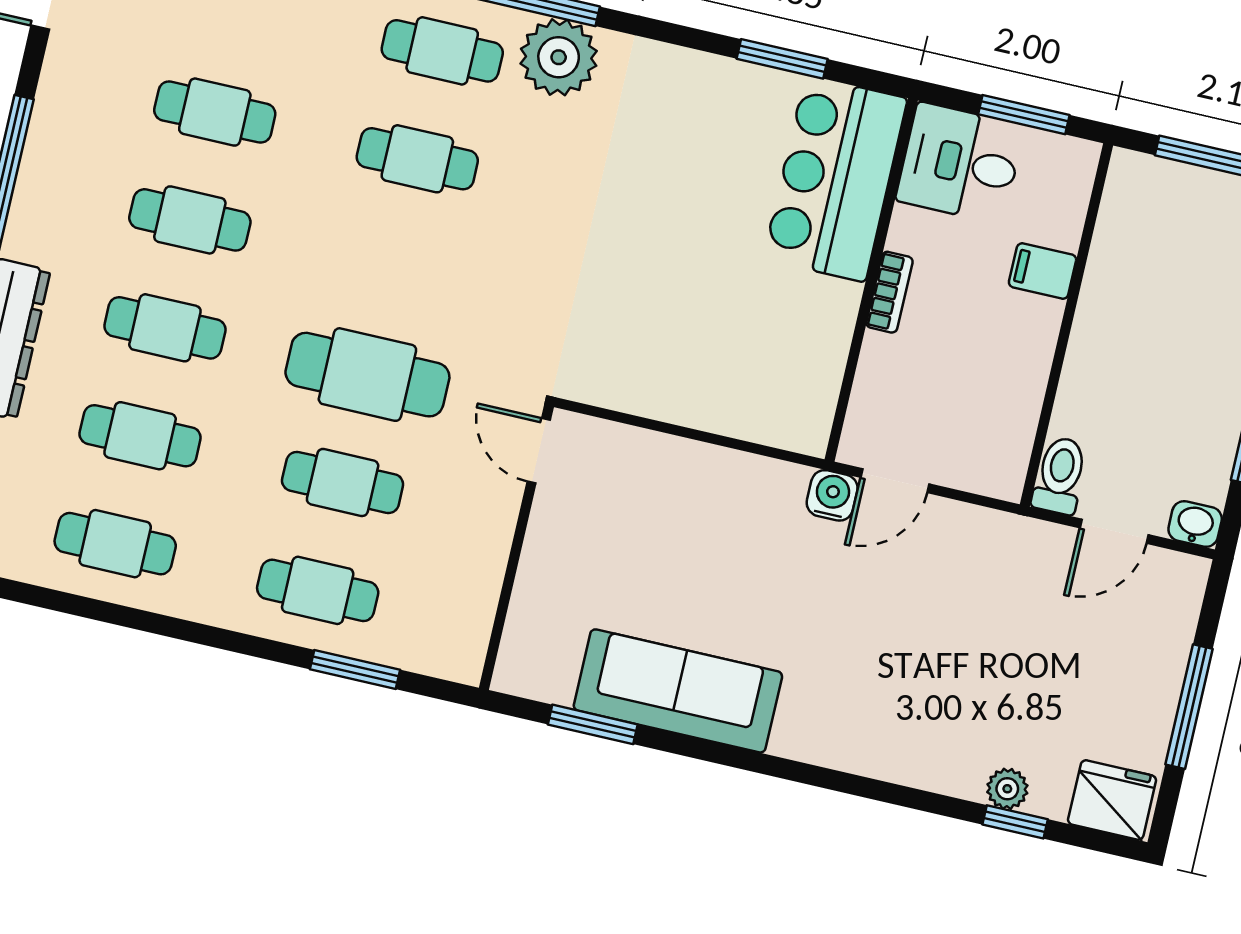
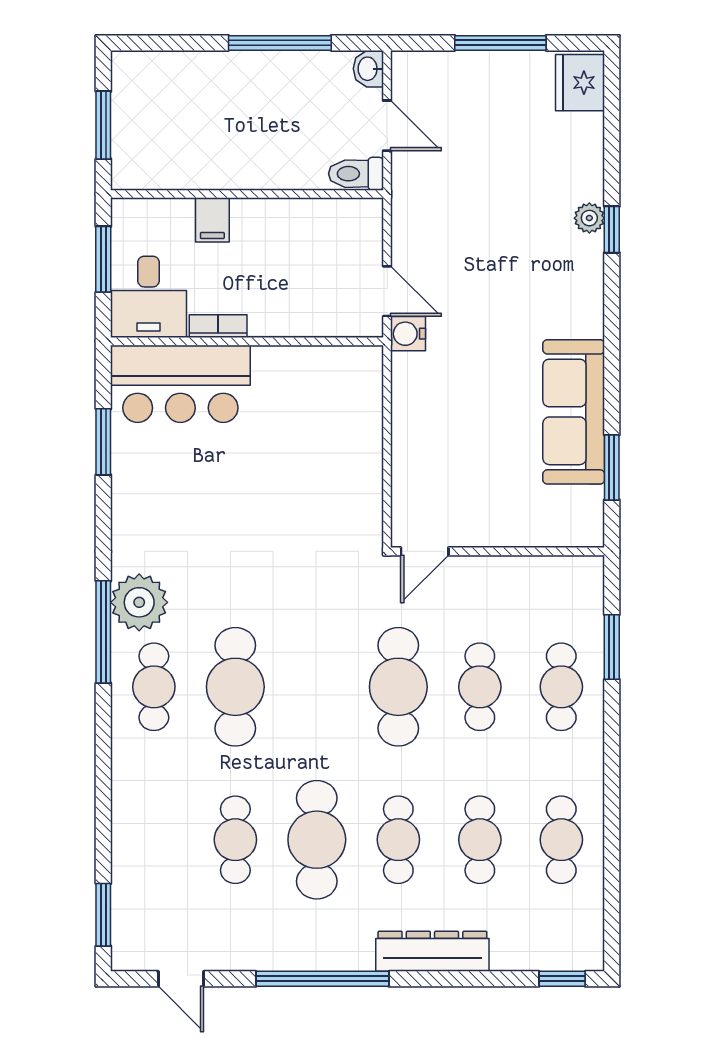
cafe table: (417, 159) -> (235, 687), width x1.37, depth x1.35
cafe table: (190, 220) -> (317, 840), width x1.37, depth x1.35
bookcase: (890, 292) -> (218, 326), moved
plant: (1007, 789) -> (589, 218), moved
window: (1015, 822) -> (612, 230), moved

